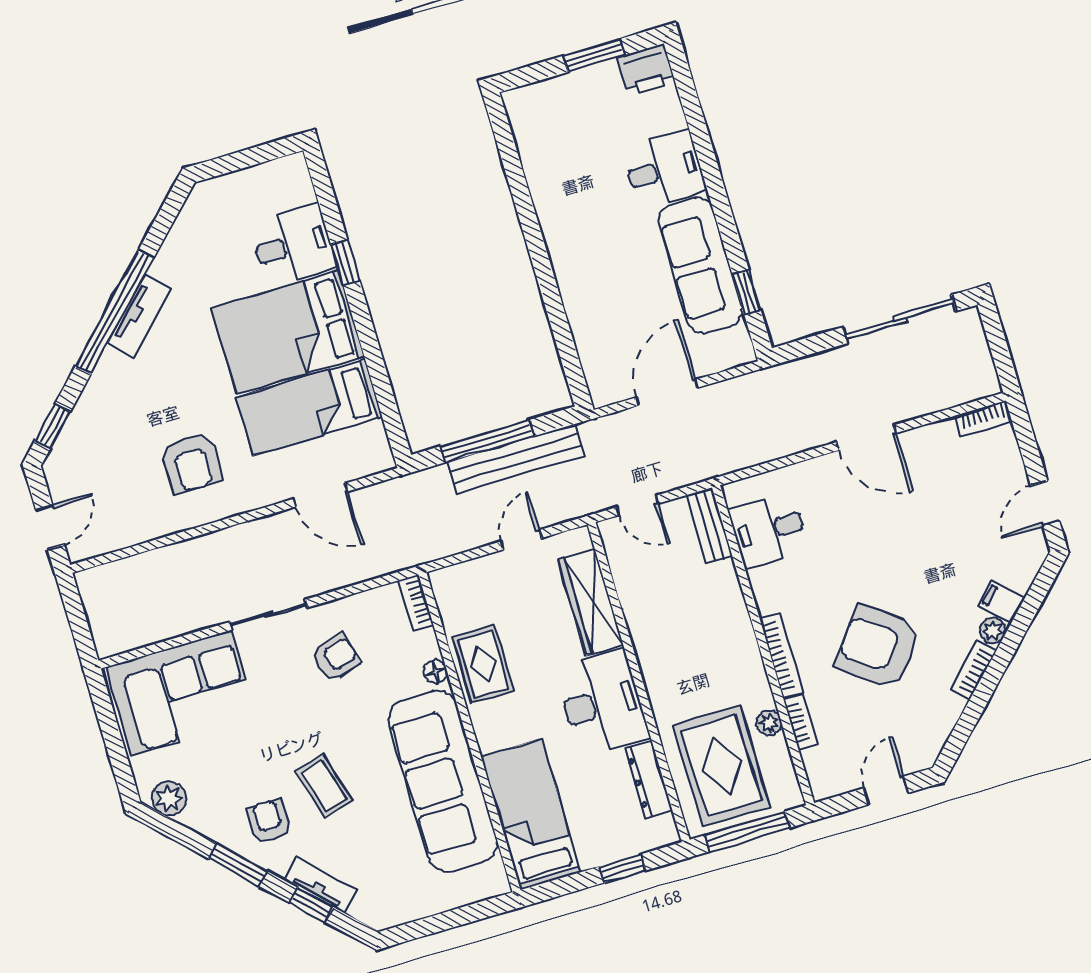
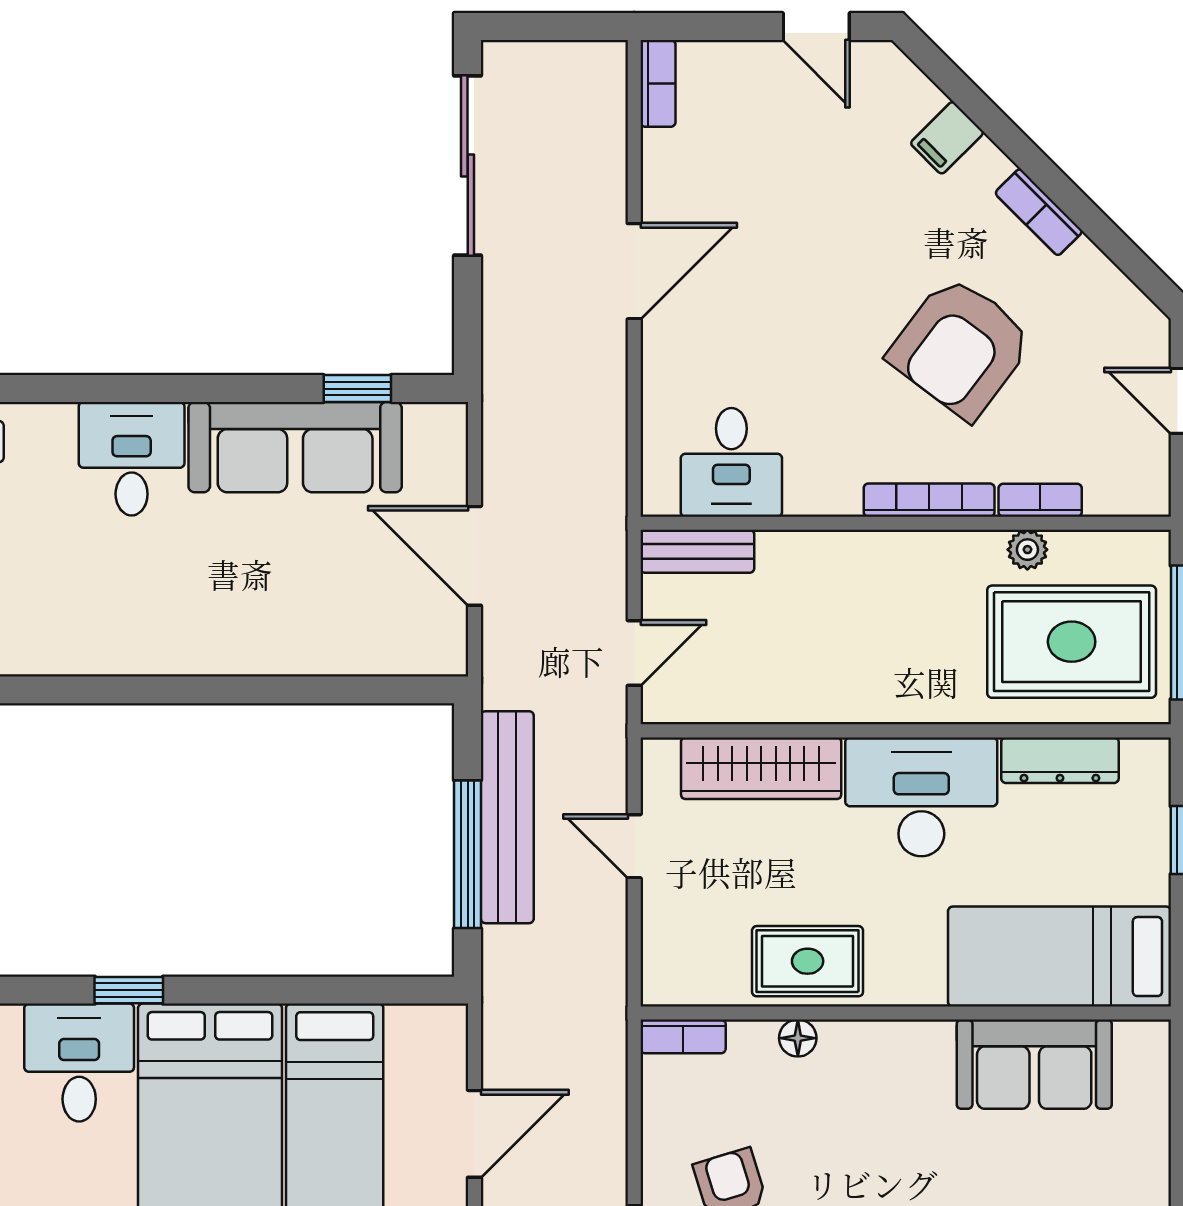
plant: (993, 631) -> (988, 165), removed
sofa: (443, 781) -> (1034, 1064), width x0.54, depth x0.79

